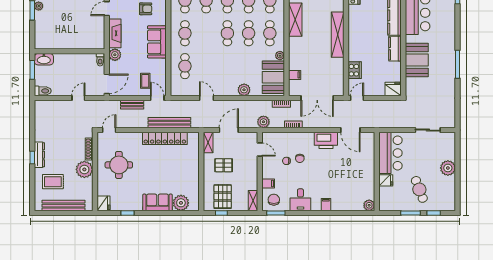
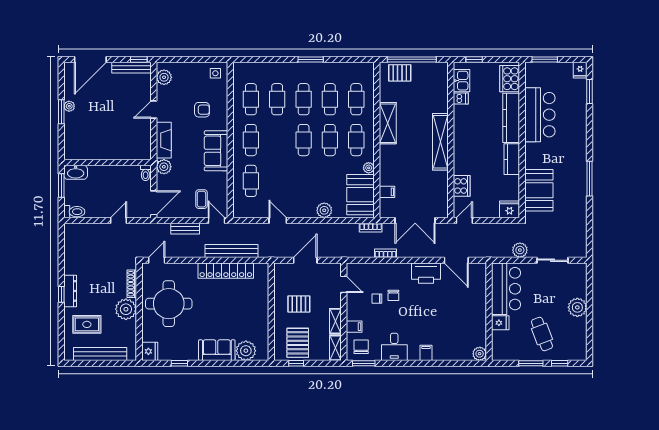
booth: (417, 60) -> (539, 190), moved
plant: (263, 122) -> (520, 250), moved
shelving: (208, 142) -> (335, 321), moved
round table: (119, 165) -> (169, 304), width x1.36, depth x1.36

